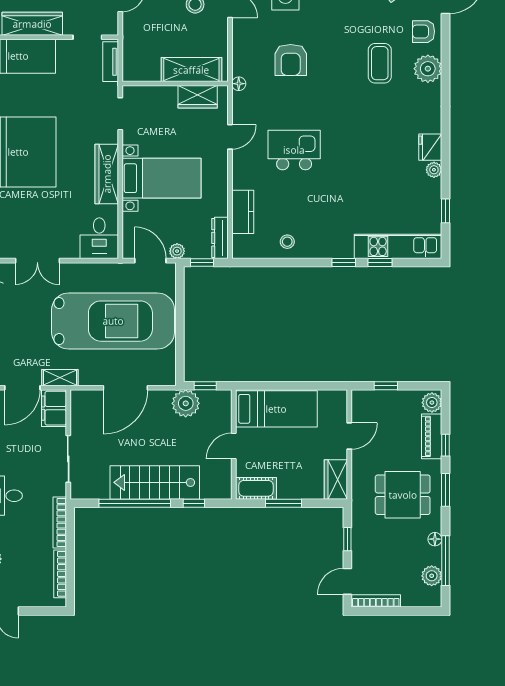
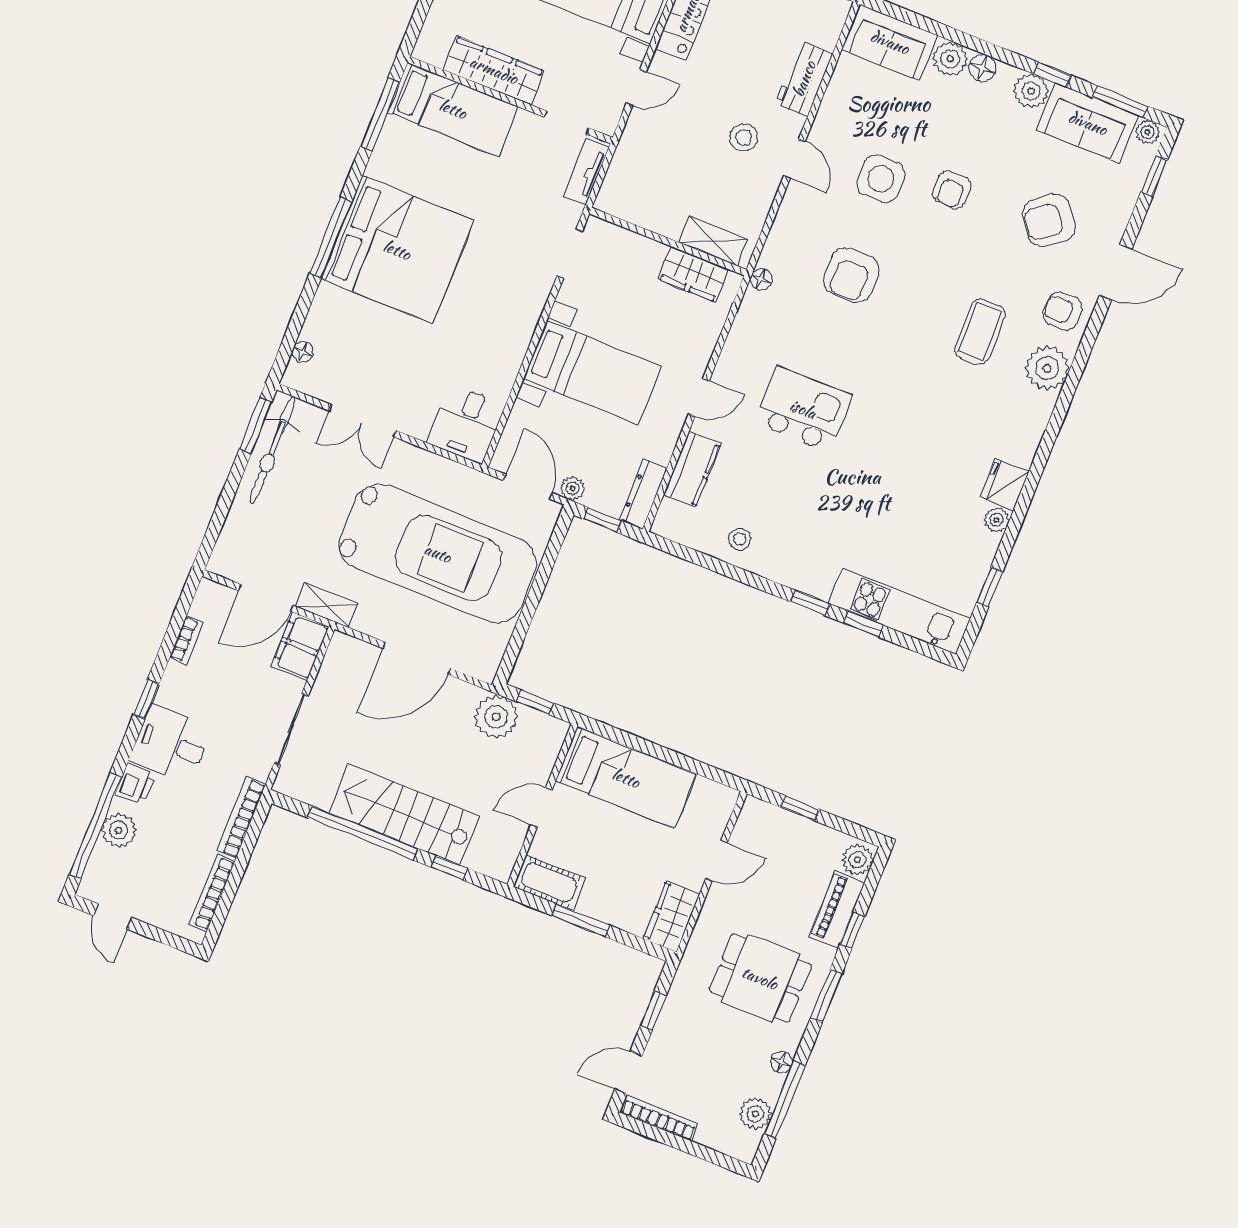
shelving: (191, 70) -> (713, 241), width x0.67, depth x0.75
door: (230, 137) -> (699, 397), moved
wardrobe: (107, 174) -> (515, 334), removed

